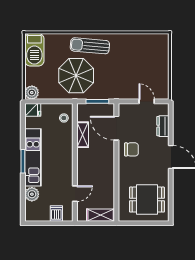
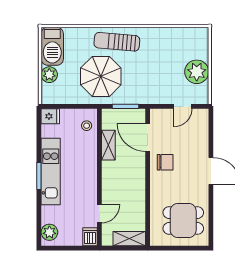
plant: (159, 72) -> (197, 72), added
plant: (32, 93) -> (49, 75), moved
door: (147, 101) -> (183, 106), swing flipped
dresser: (163, 126) -> (202, 135), removed
plant: (32, 194) -> (49, 232), moved
dishwasher: (56, 214) -> (90, 237), moved

